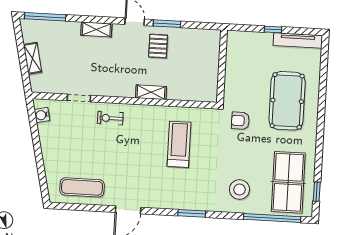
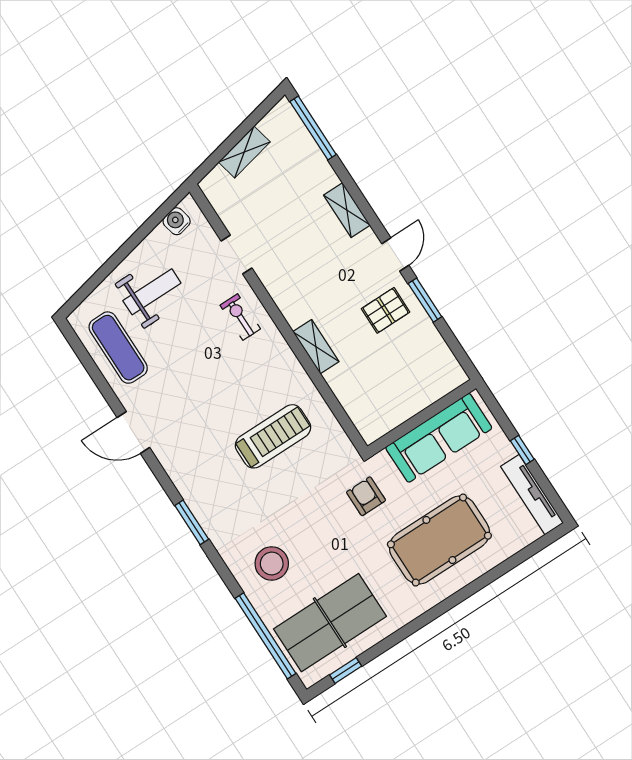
sofa: (238, 65) -> (439, 438), added
weight bench: (67, 152) -> (152, 292), added

